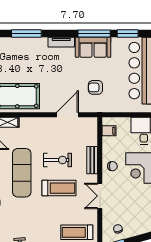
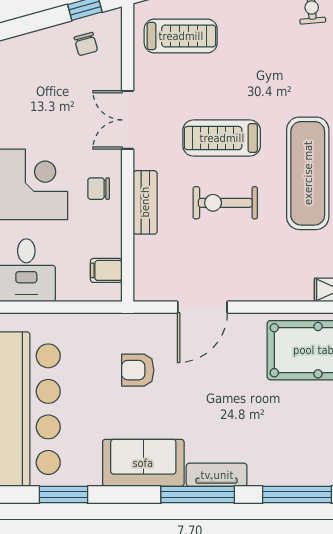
window: (94, 33) -> (198, 495), moved
armchair: (95, 87) -> (138, 370), turned 180
double door: (100, 196) -> (128, 120), swing flipped

